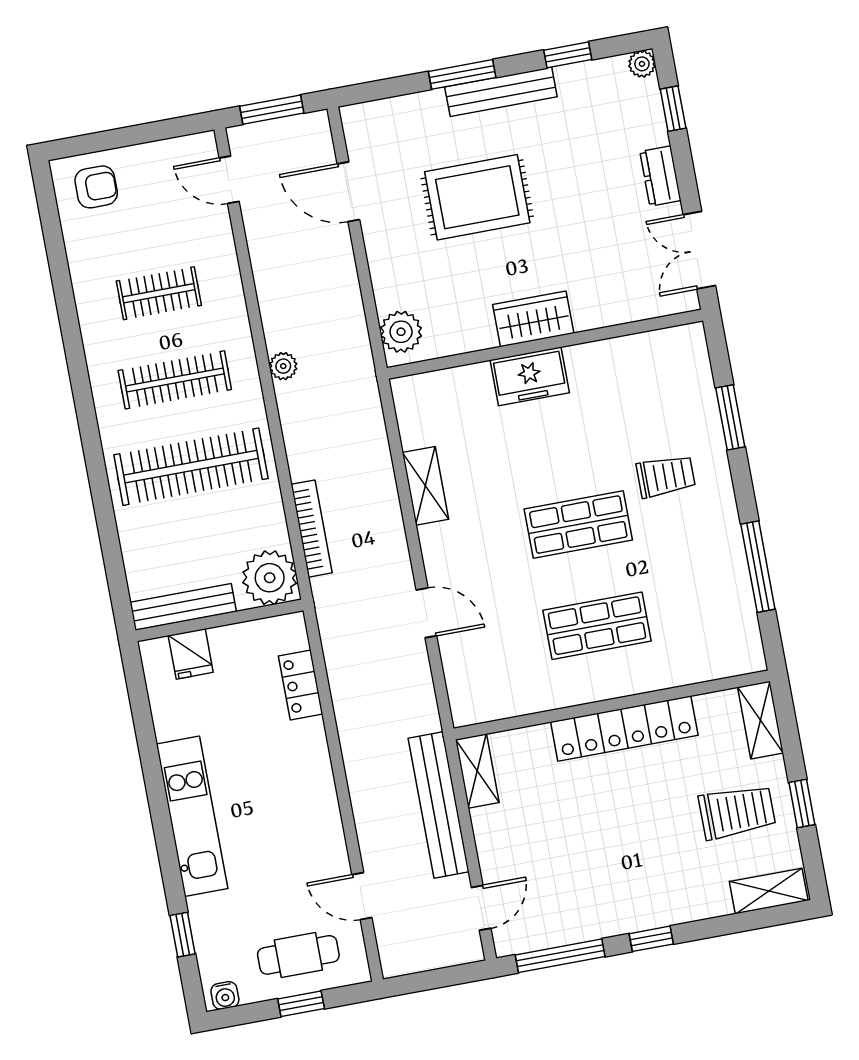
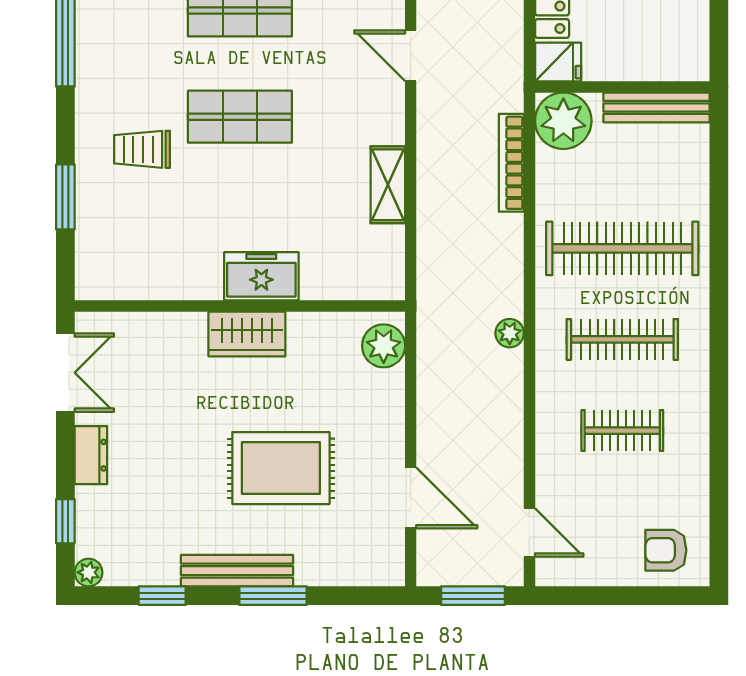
fridge: (191, 654) -> (558, 62), moved, turned 90

